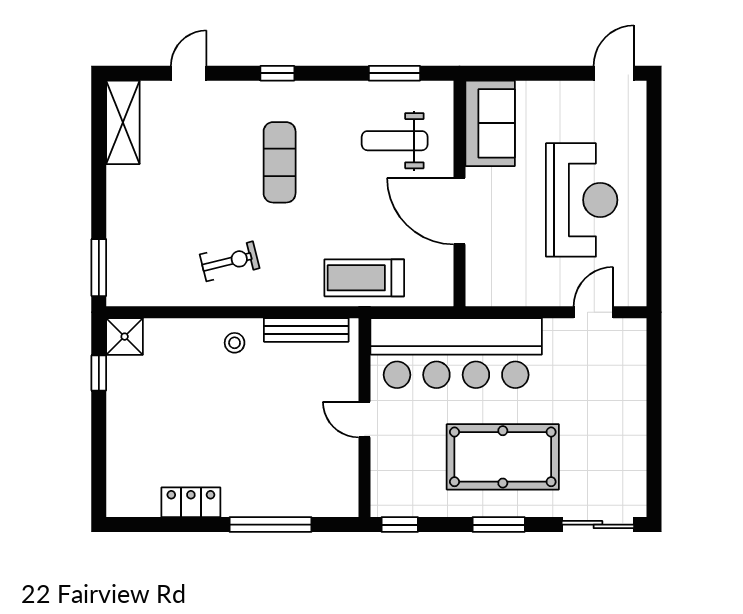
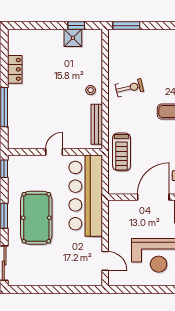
exercise bike: (230, 261) -> (129, 88), turned -89
treadmill: (364, 278) -> (122, 152), turned 180
shower: (125, 337) -> (73, 38), moved

